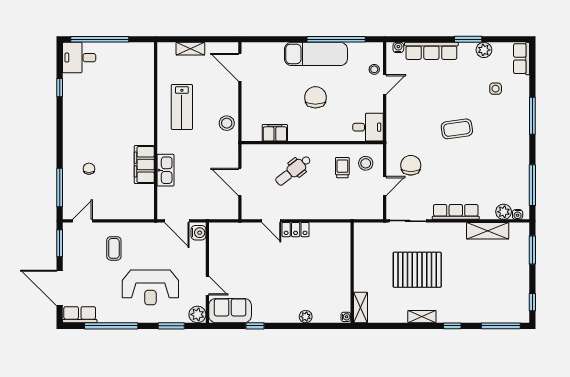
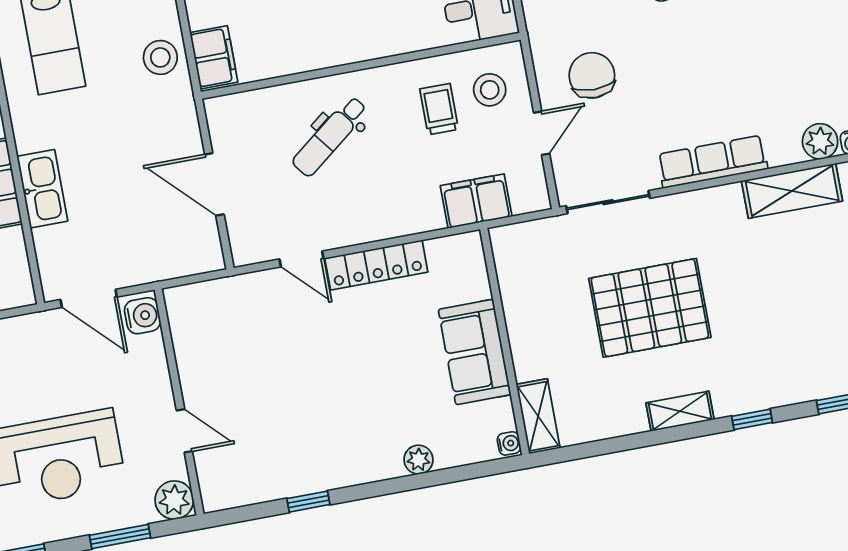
filing cabinet: (275, 133) -> (214, 57), moved, turned 90
filing cabinet: (351, 210) -> (476, 201), added
locker: (296, 230) -> (376, 265), width x1.53
sofa: (230, 311) -> (475, 352), moved, turned -90

